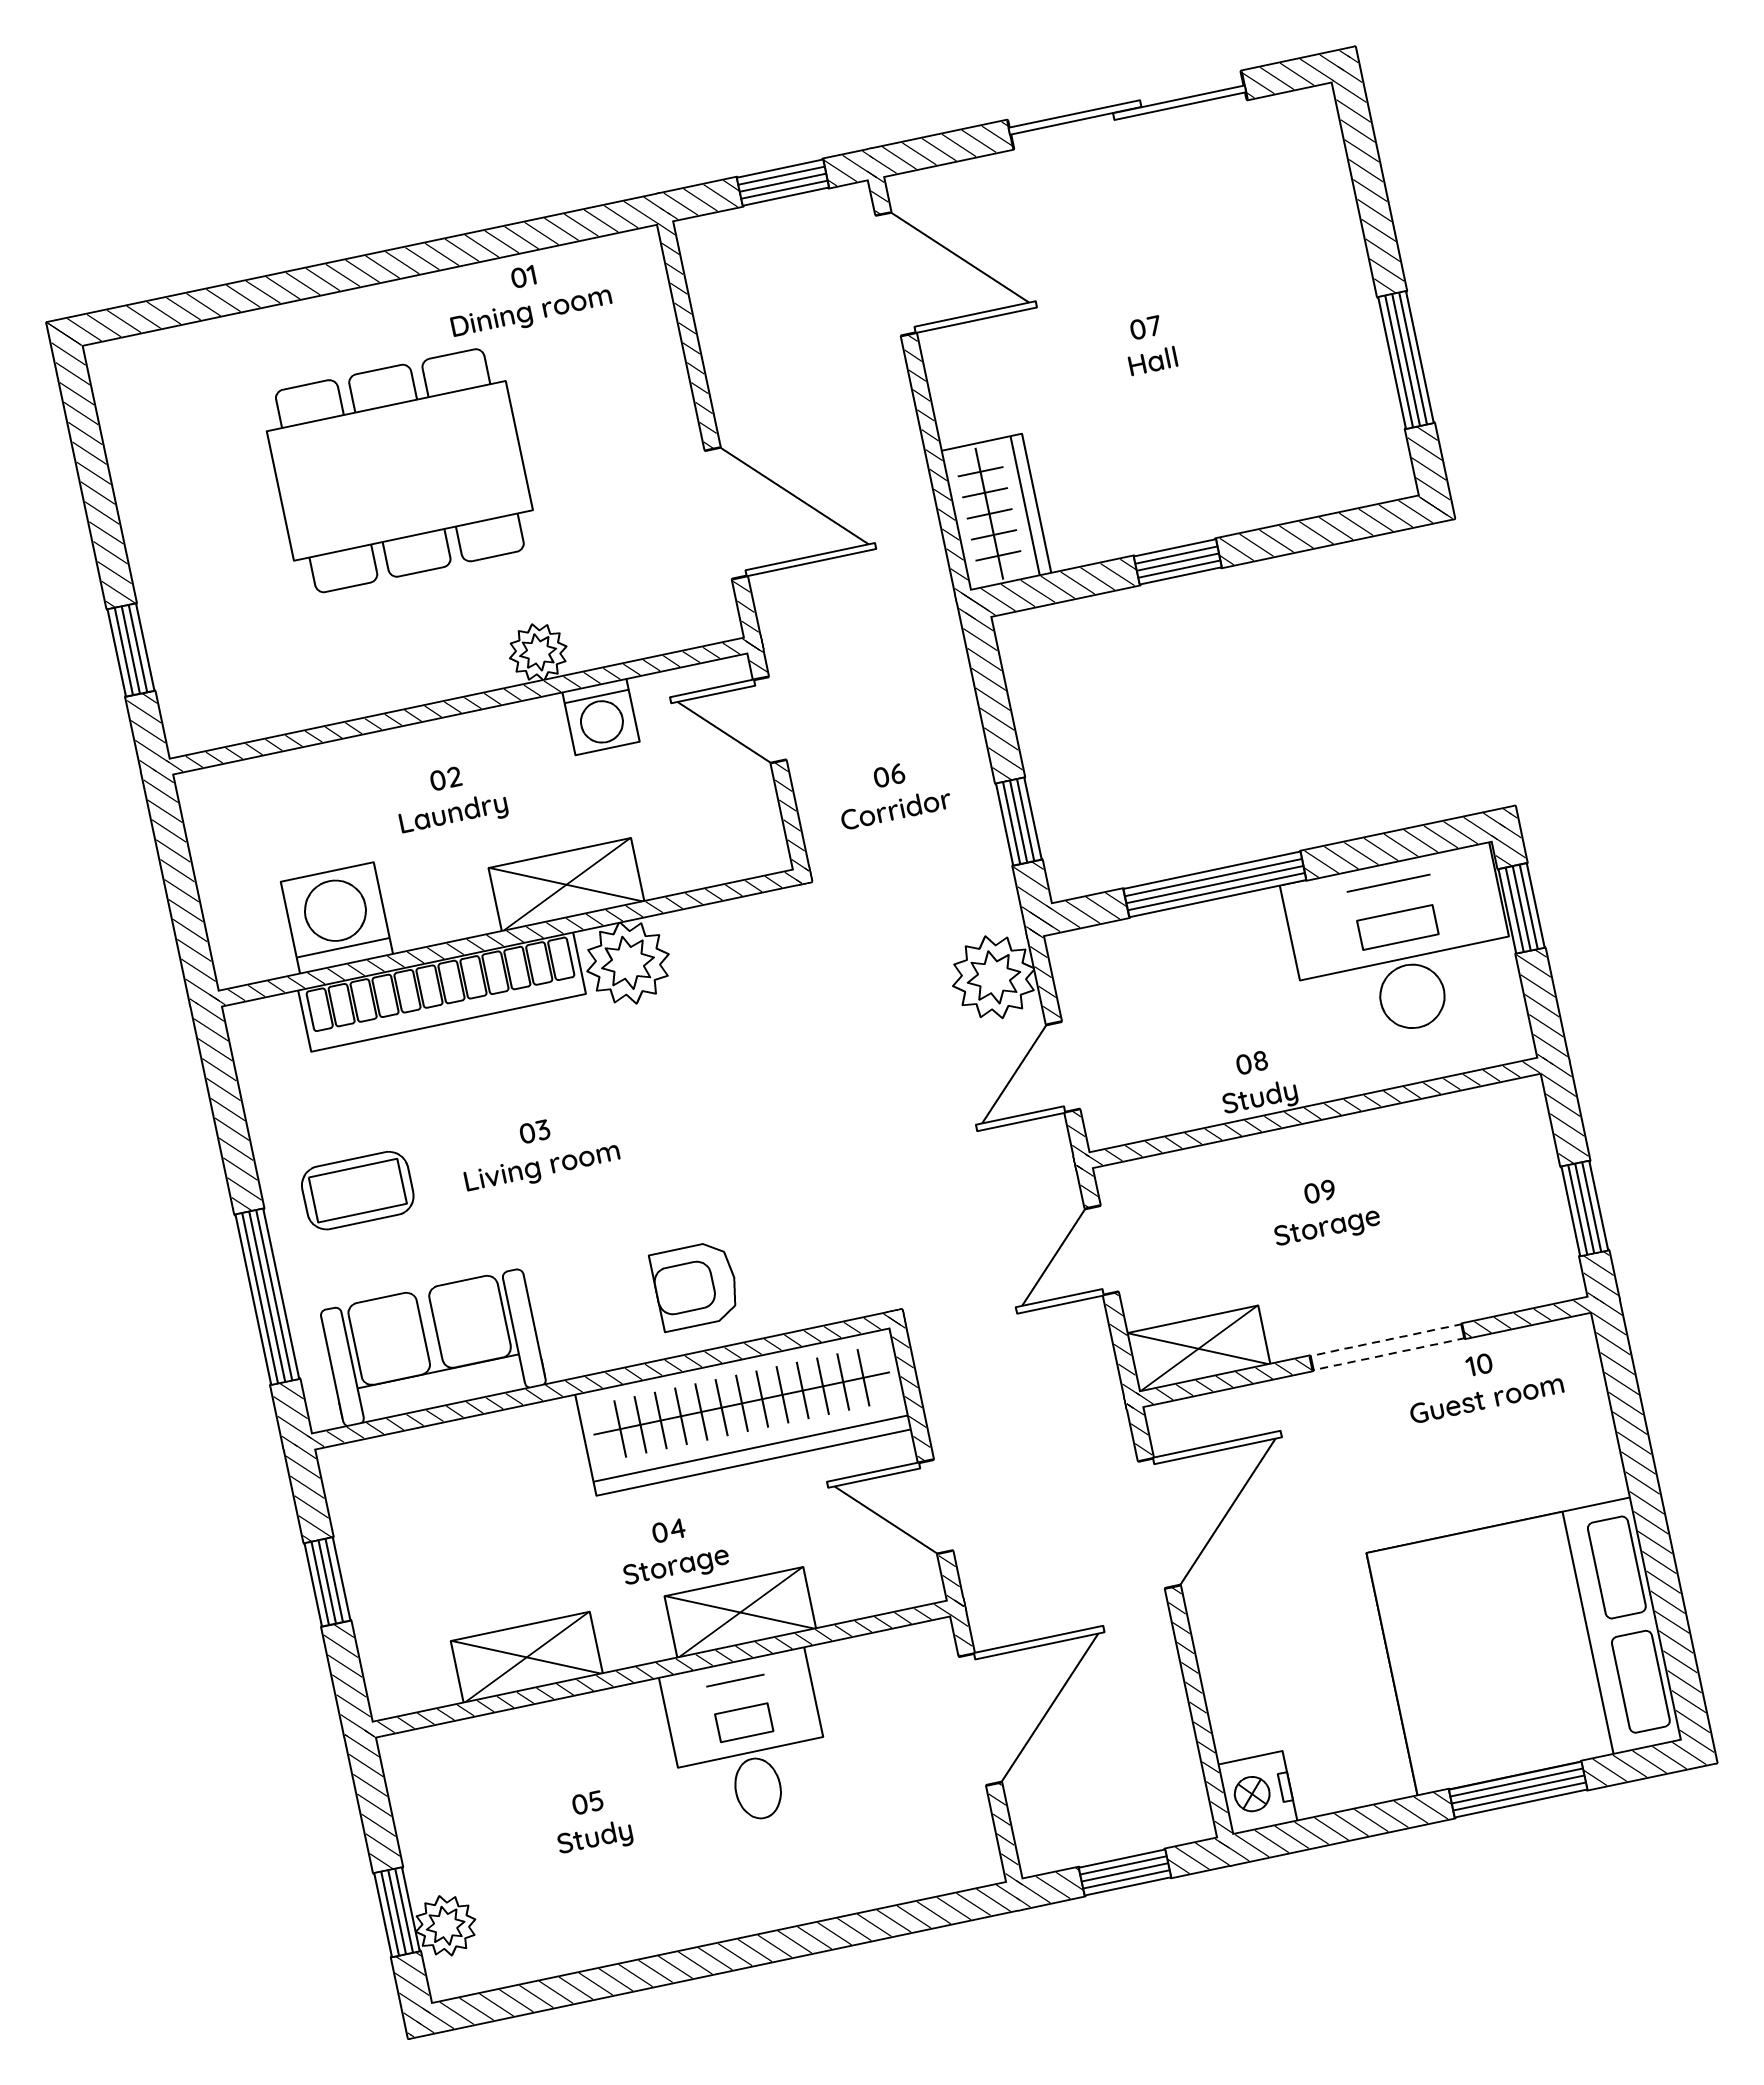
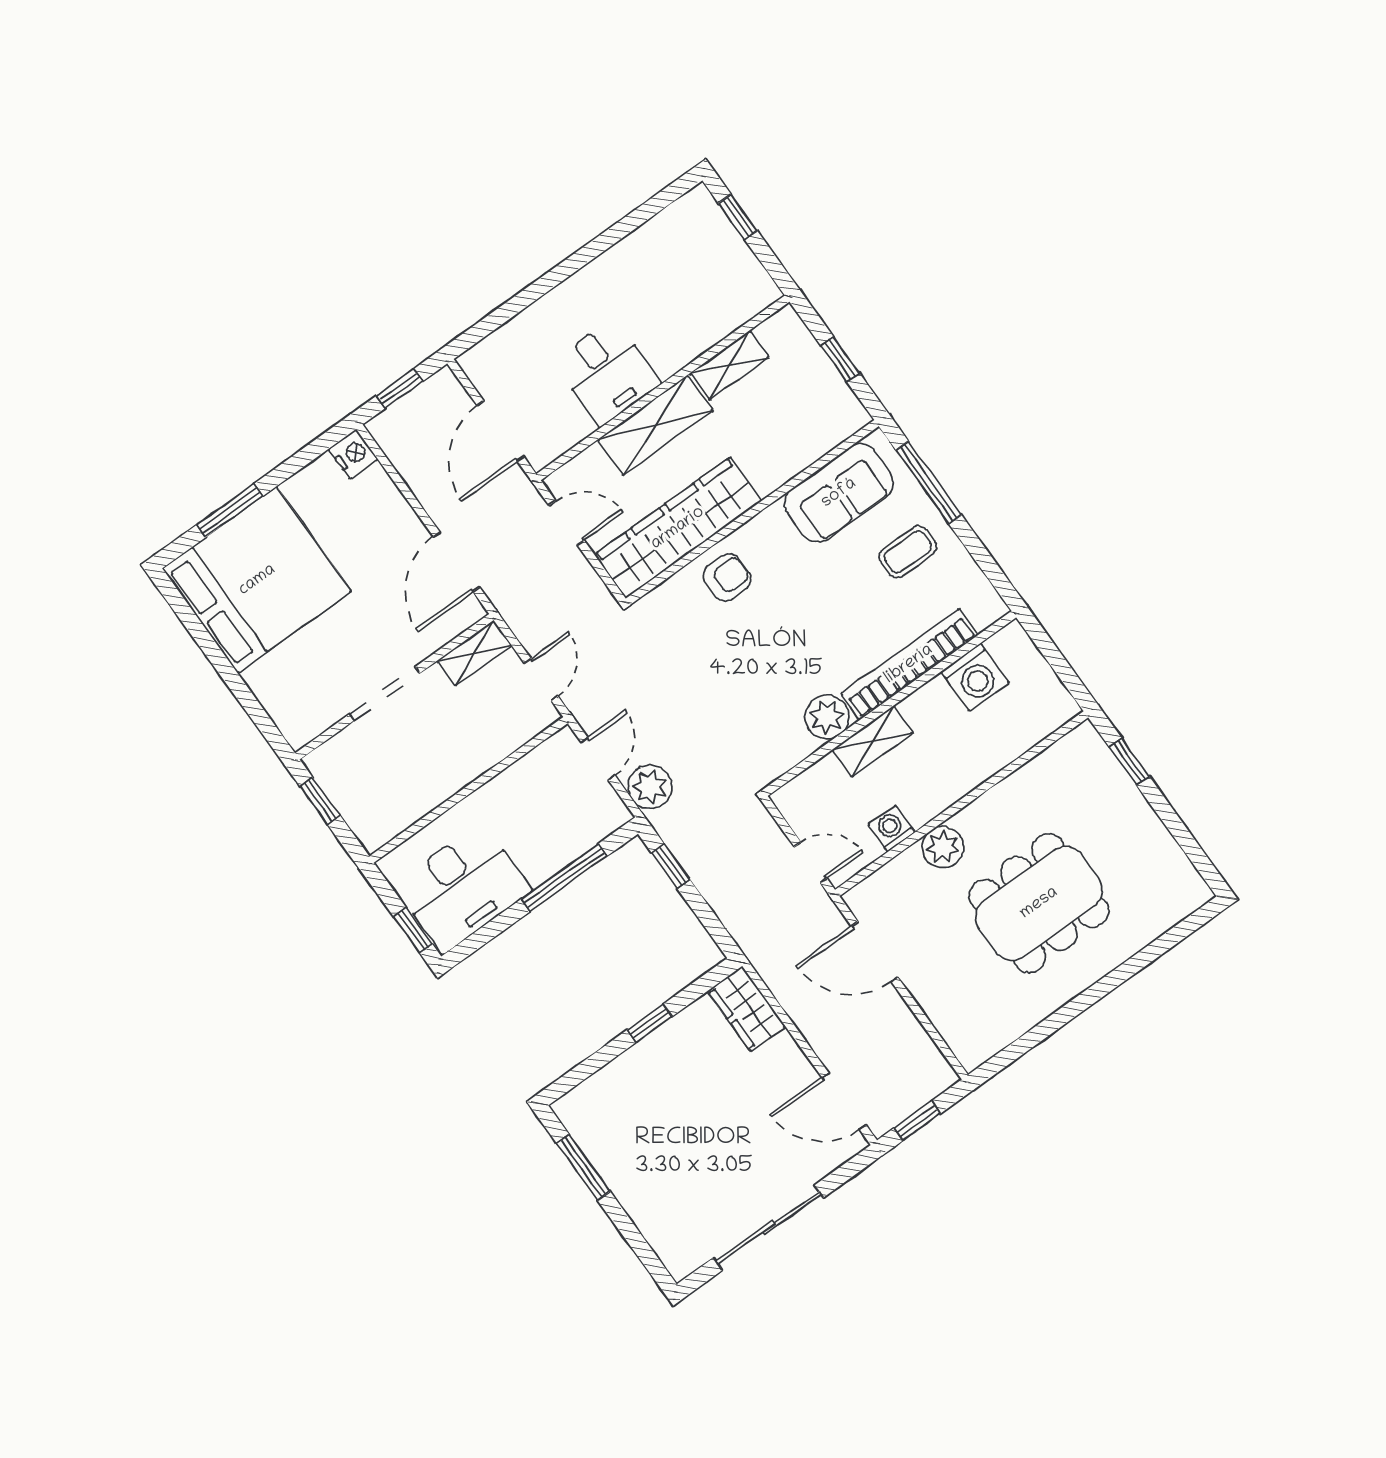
plant: (538, 652) -> (943, 847), width x1.38, depth x1.38
shelving: (740, 1613) -> (655, 425), width x1.50, depth x1.33
plant: (446, 1926) -> (712, 221), removed

